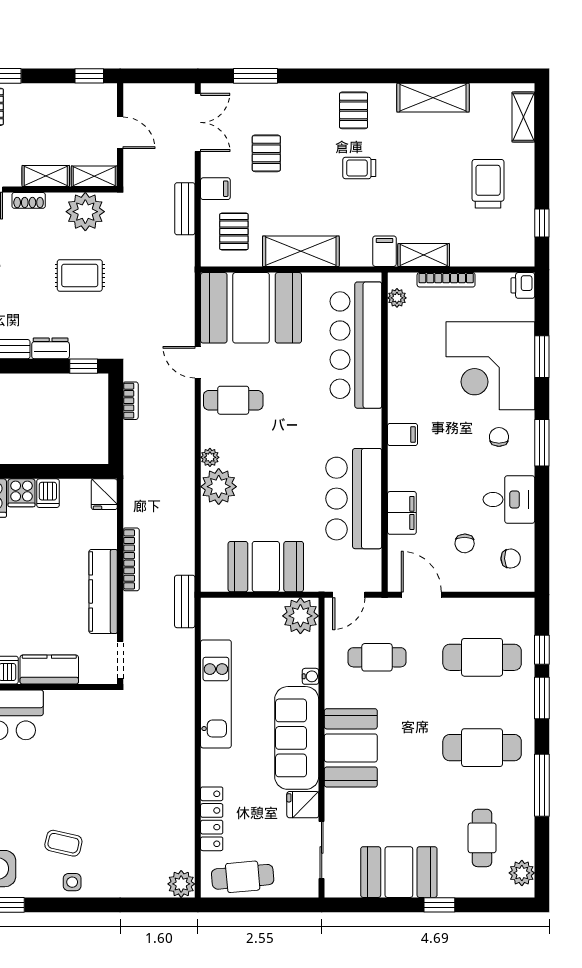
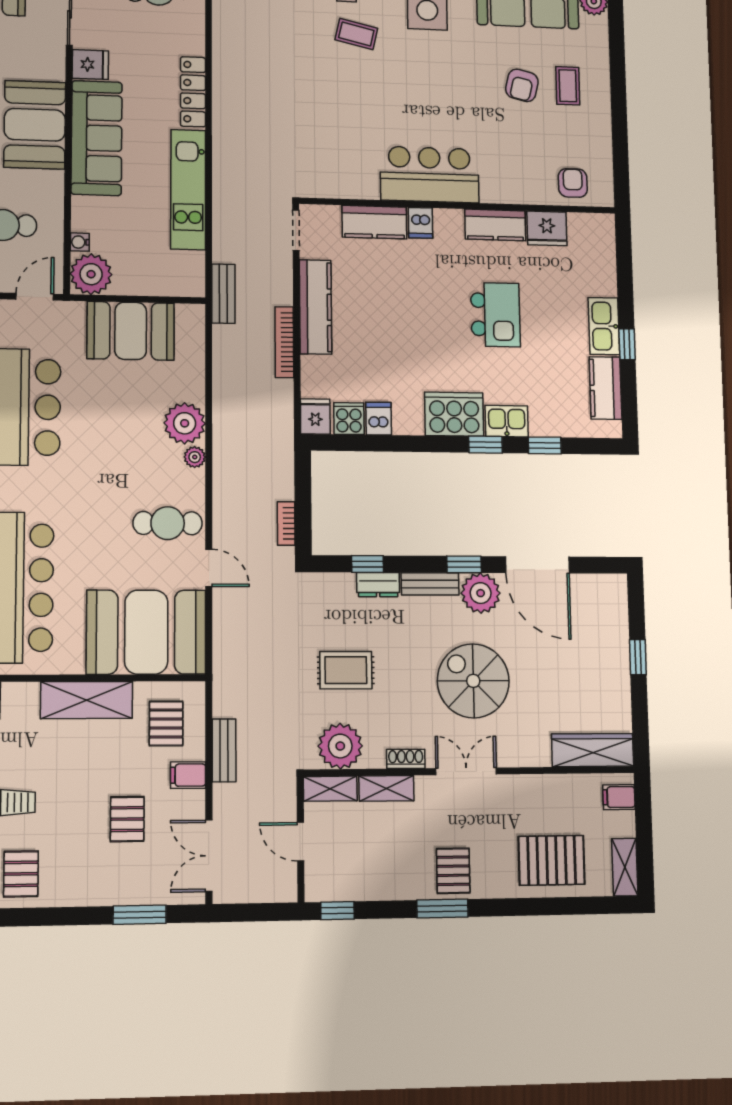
window: (84, 366) -> (368, 564), moved
cooker: (22, 493) -> (349, 419), moved
water cooler: (311, 676) -> (80, 242), moved
locker: (212, 819) -> (193, 92), moved

